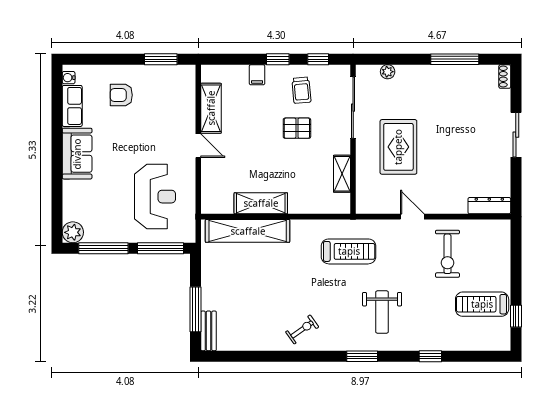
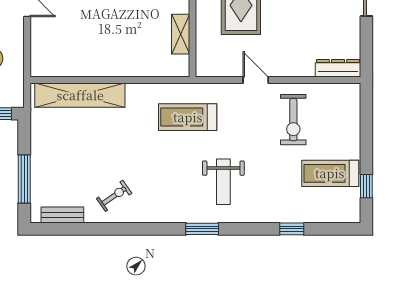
shelving: (261, 203) -> (94, 66), removed
treadmill: (349, 251) -> (188, 117), turned 180
exercise bike: (302, 329) -> (114, 196), moved
bench: (209, 331) -> (62, 215), moved, turned 90
window: (430, 356) -> (292, 229), moved

